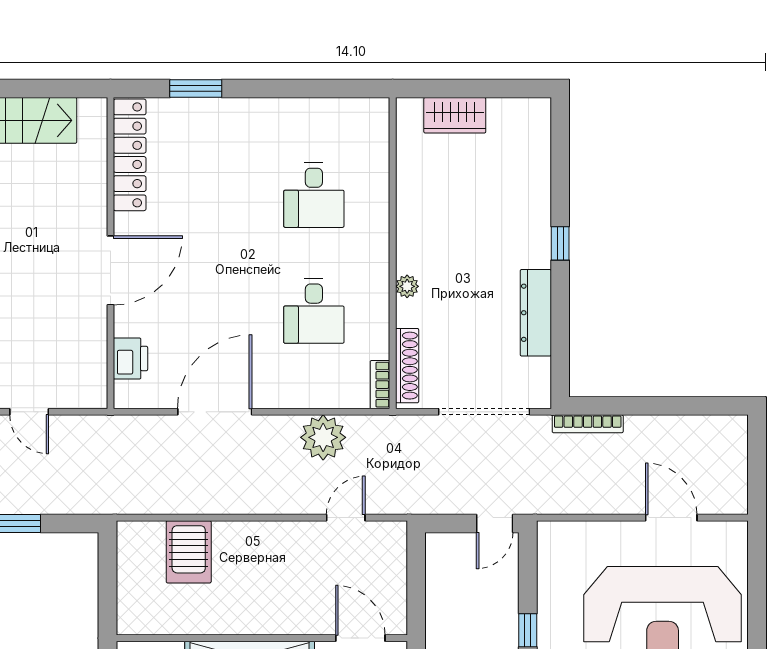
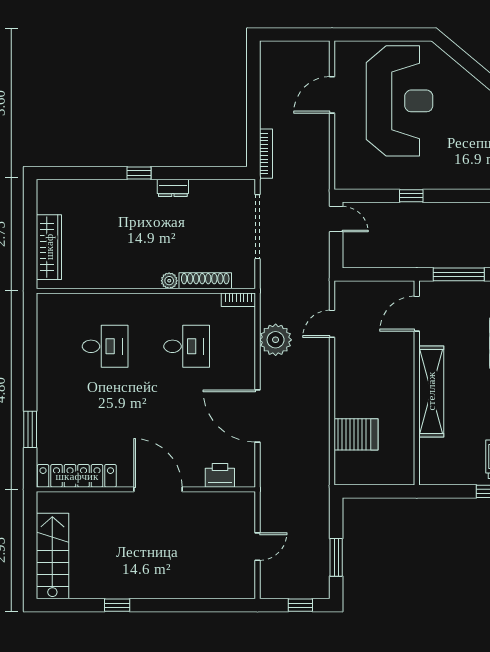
wardrobe: (455, 115) -> (49, 247), width x1.50
dresser: (536, 313) -> (173, 188), width x0.51, depth x0.80
shoe rack: (407, 366) -> (205, 281), moved
door: (346, 518) -> (332, 324), hinge flipped

